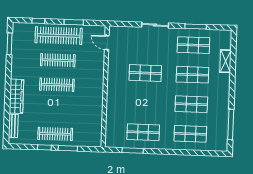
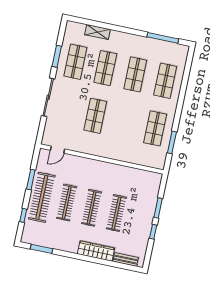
sliding door: (155, 25) -> (48, 97), width x1.37
clothes rail: (55, 134) -> (116, 213), moved

